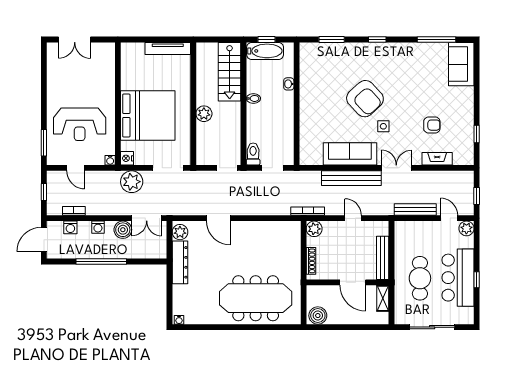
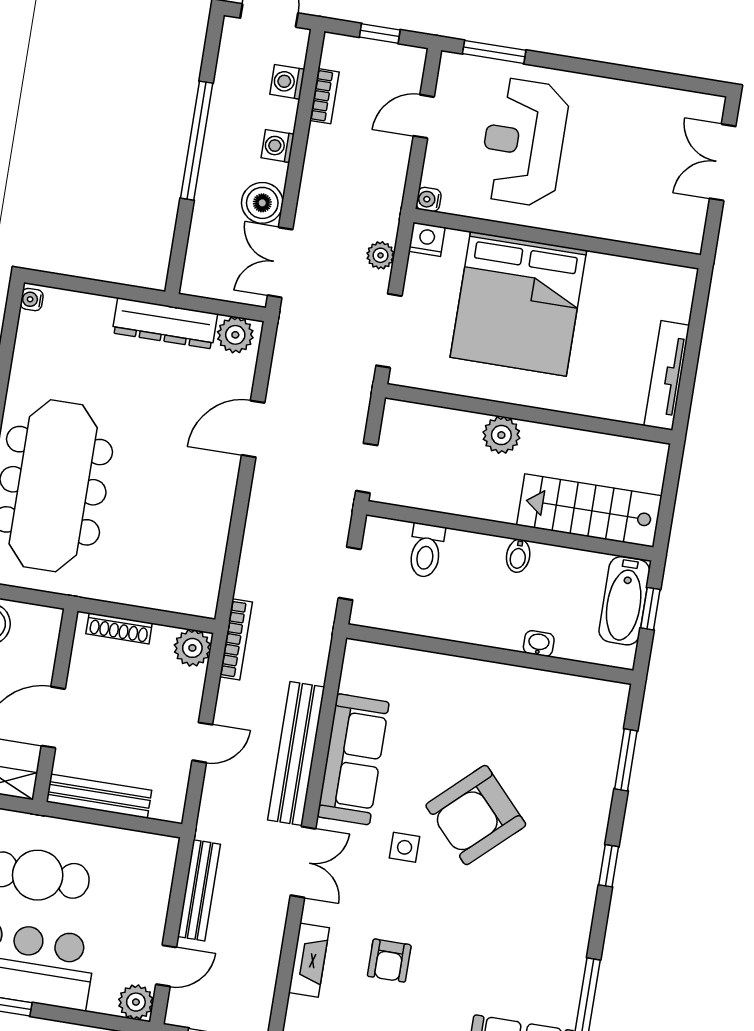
toilet: (253, 154) -> (426, 550), moved, turned 90
plant: (132, 182) -> (380, 255), width x0.53, depth x0.53

